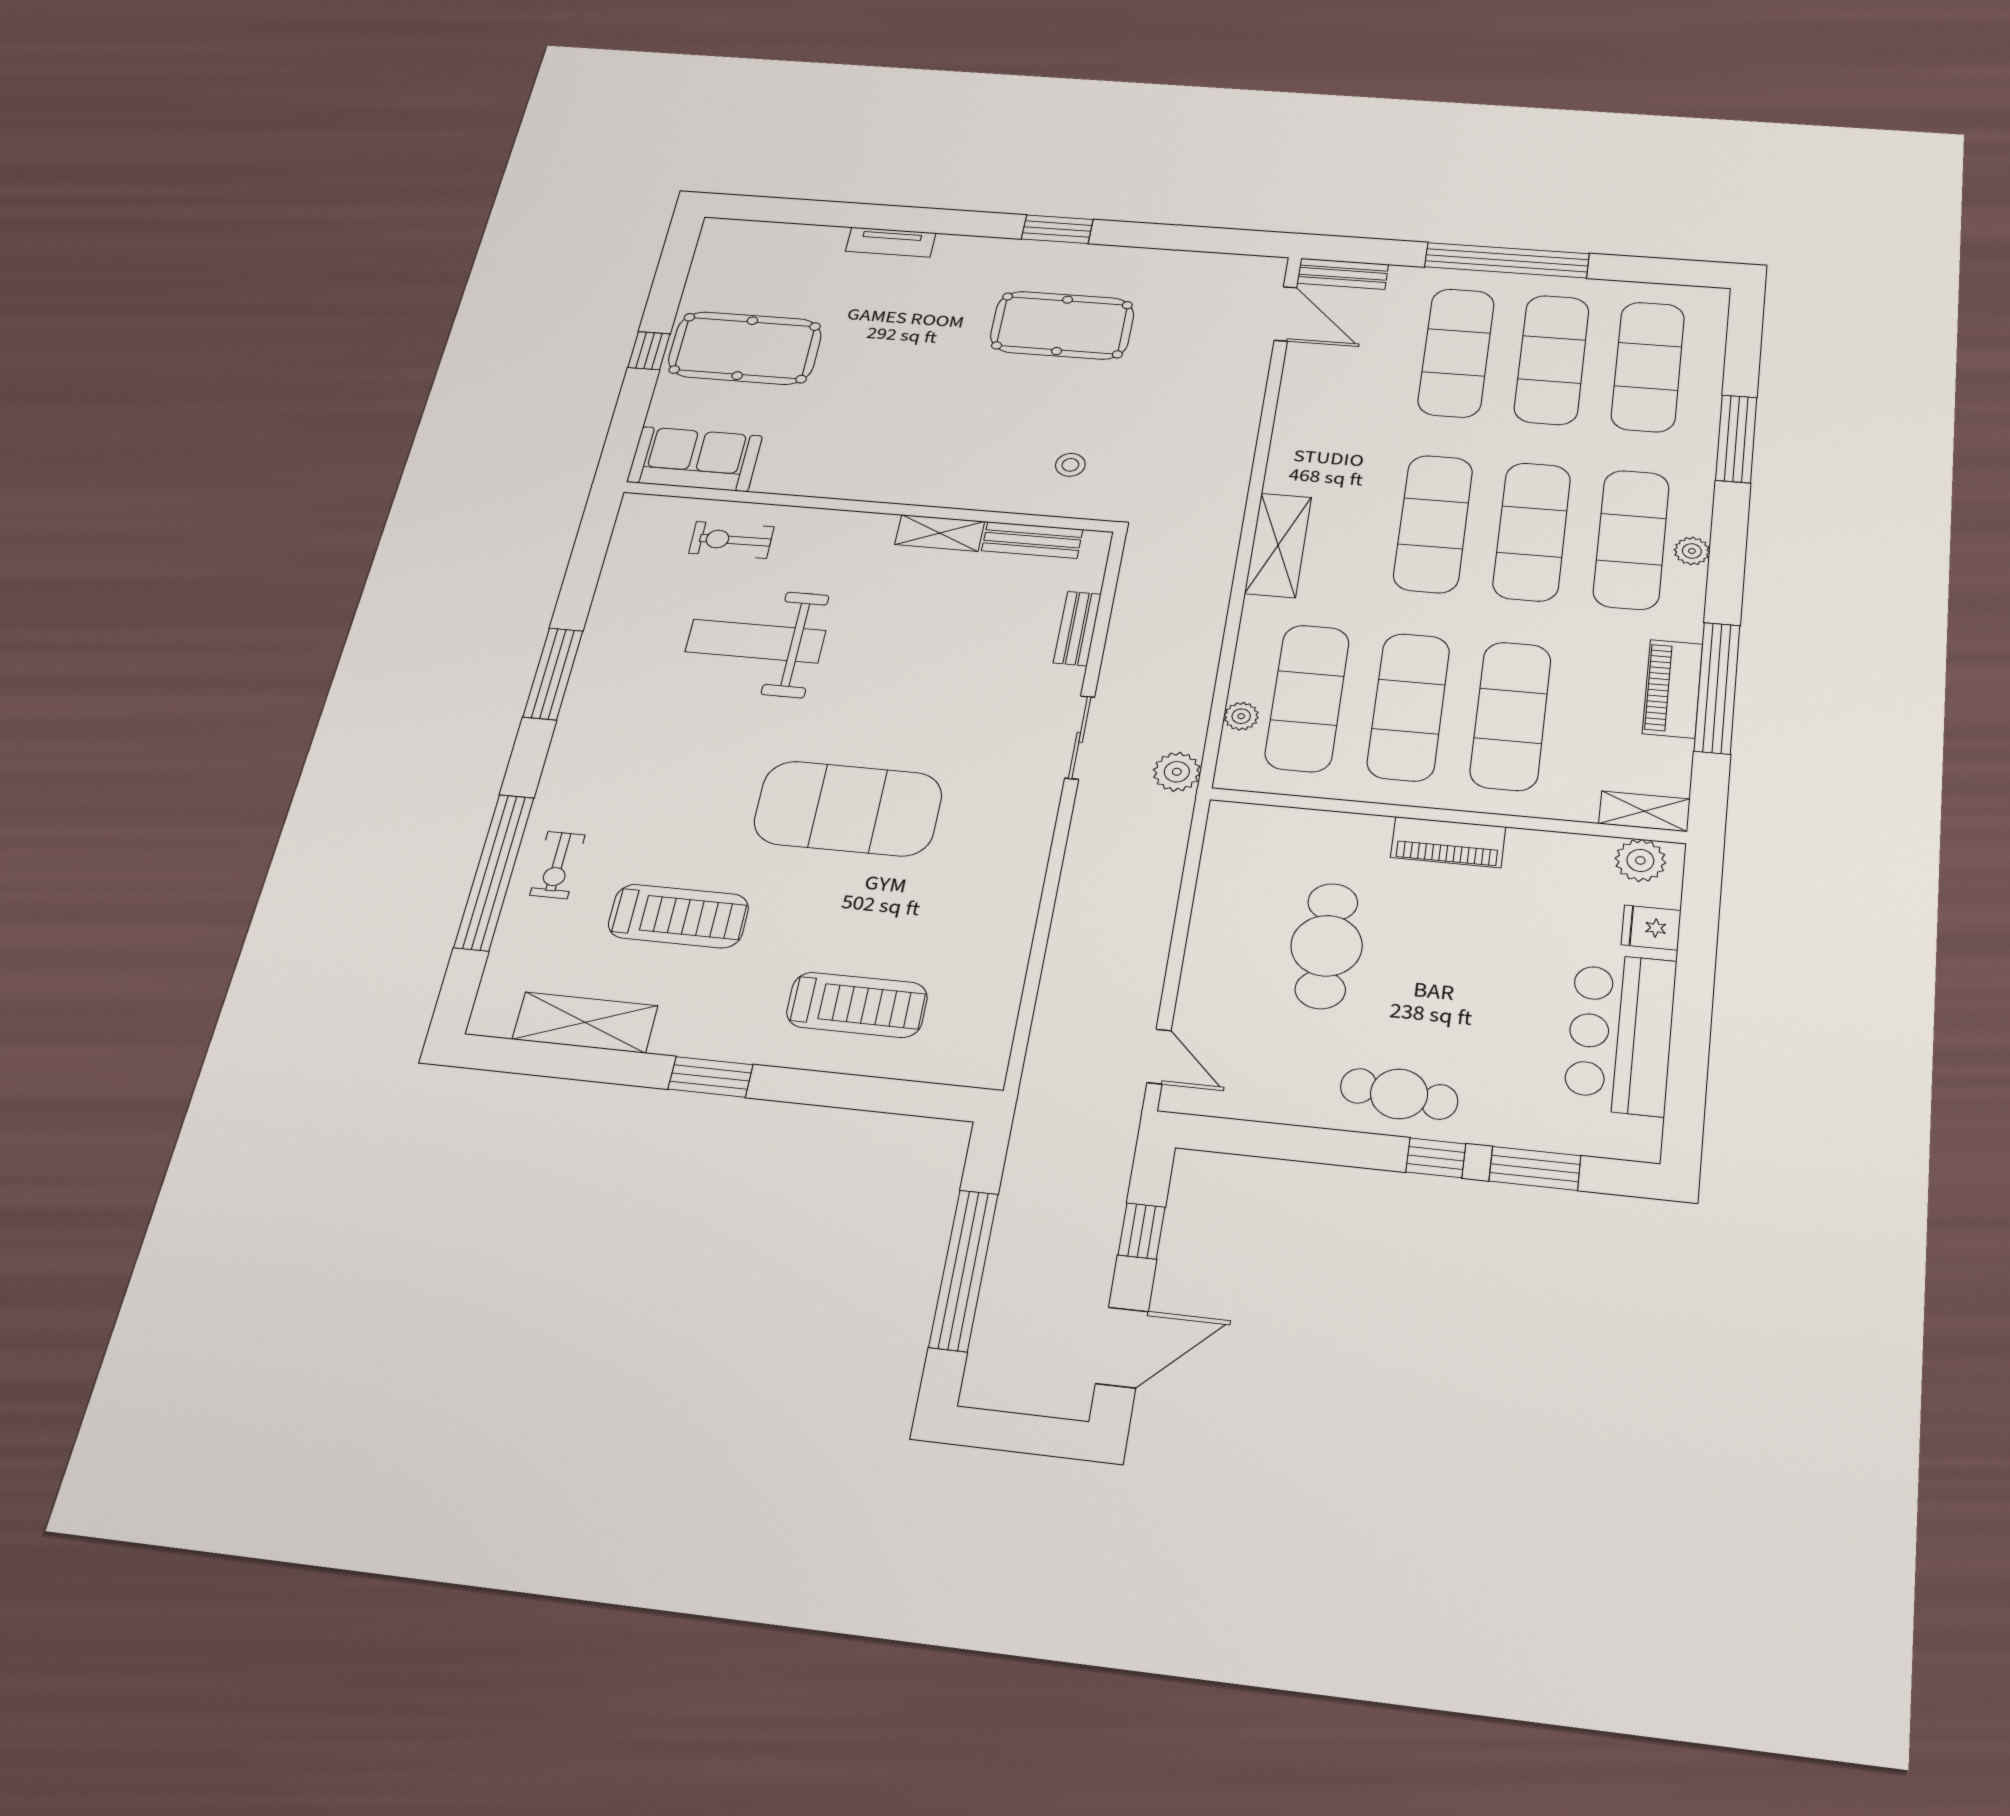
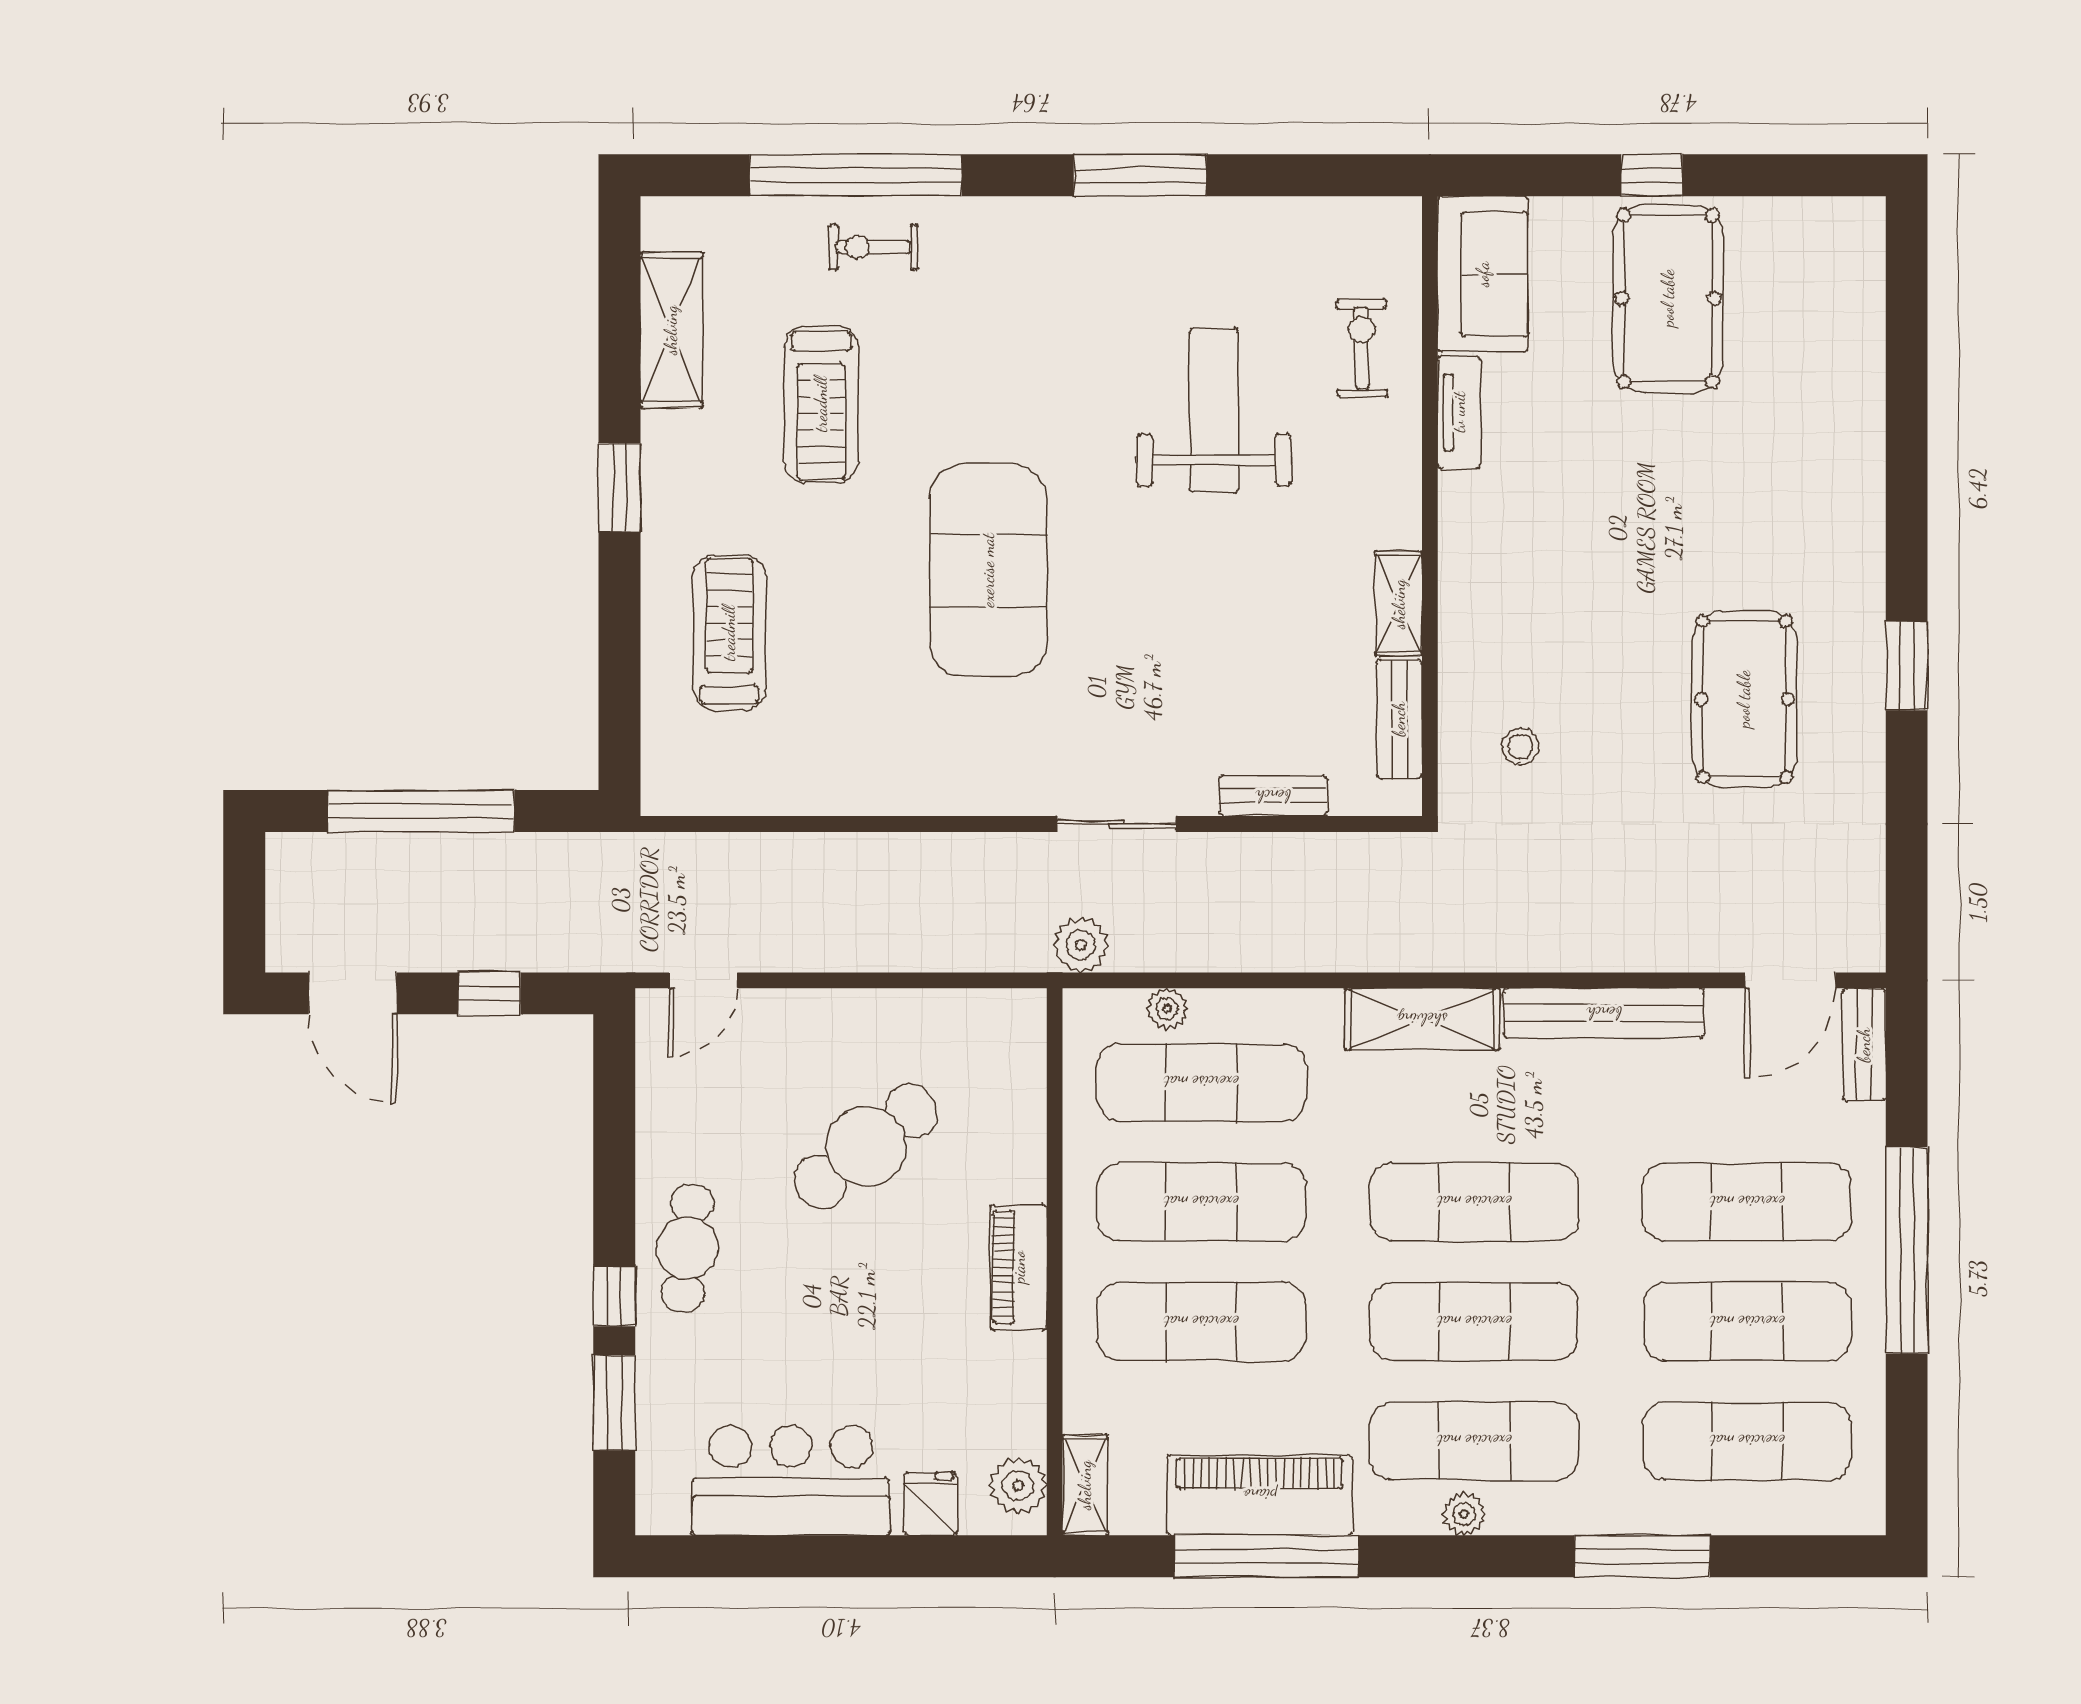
tv unit: (891, 242) -> (1459, 412), moved, turned 180
bench: (1292, 429) -> (1604, 1013), added
piano: (1672, 689) -> (1260, 1495), width x1.37, depth x1.33
cafe table: (1327, 946) -> (866, 1147), turned -38
treadmill: (857, 1005) -> (729, 633), turned 180

